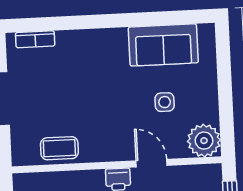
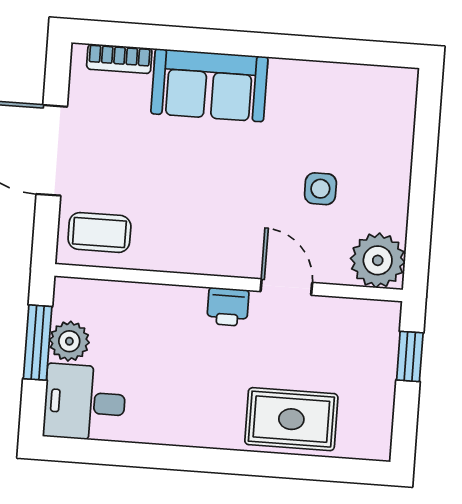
sofa: (163, 45) -> (209, 85), moved
coffee table: (59, 148) -> (99, 232), moved

